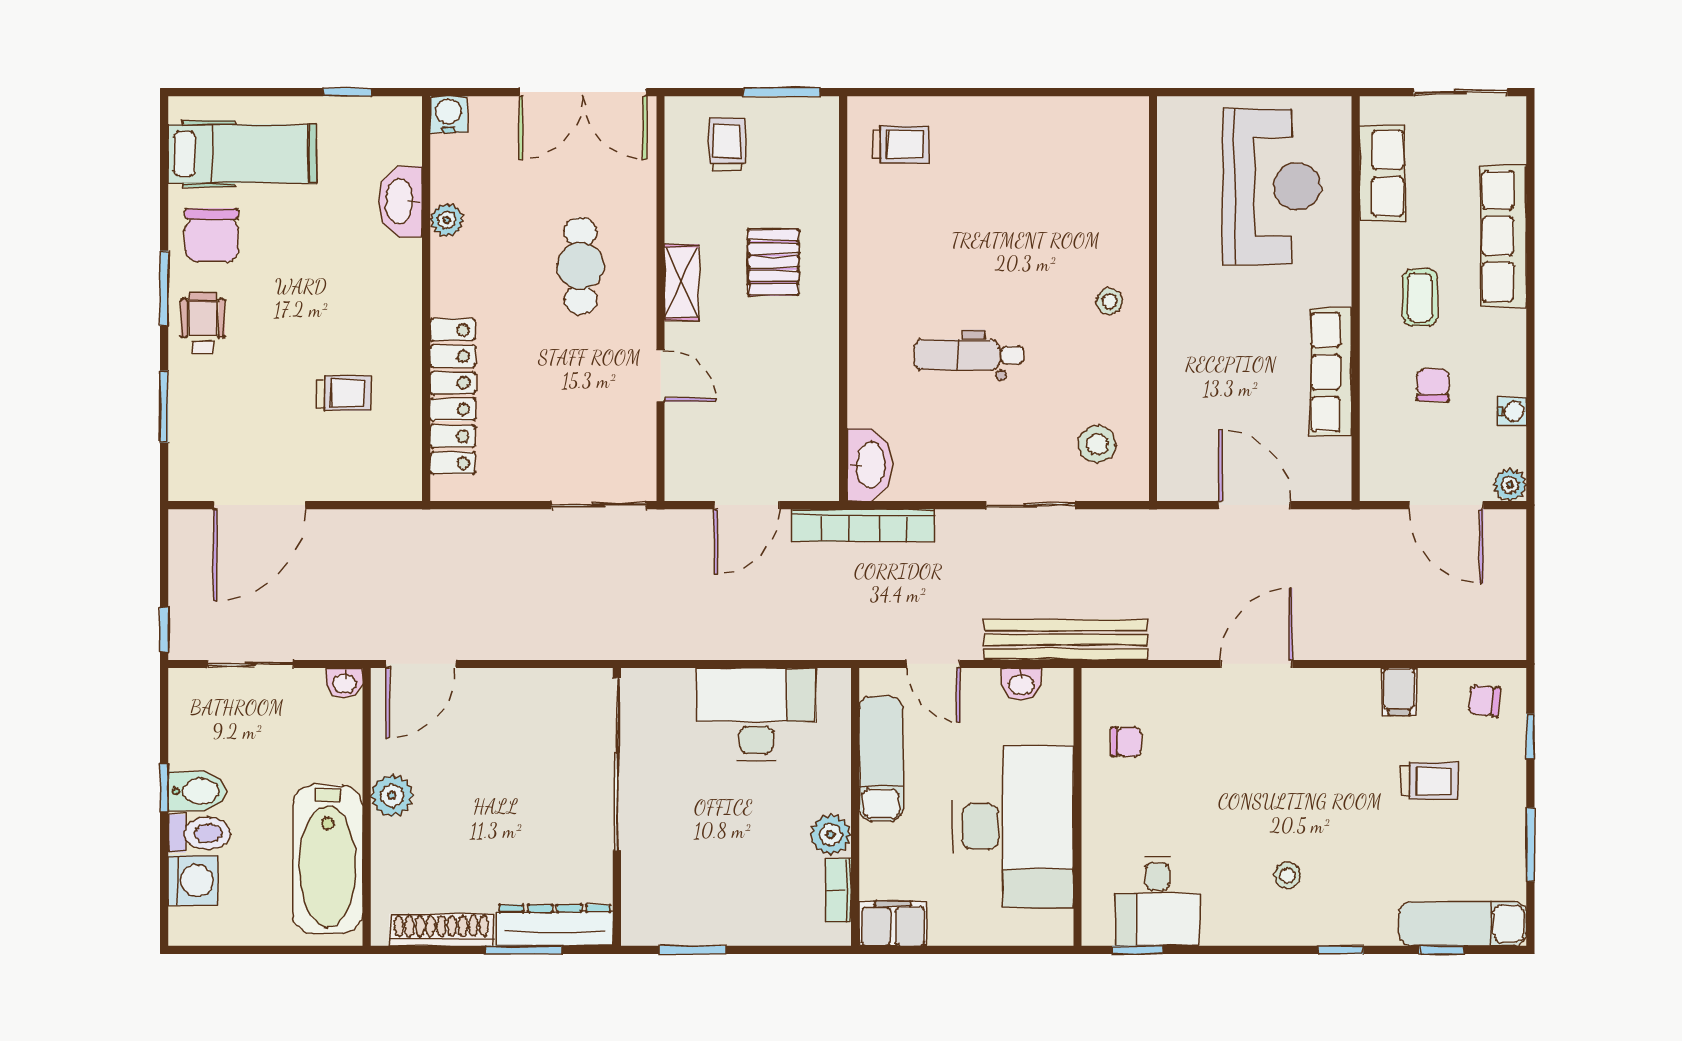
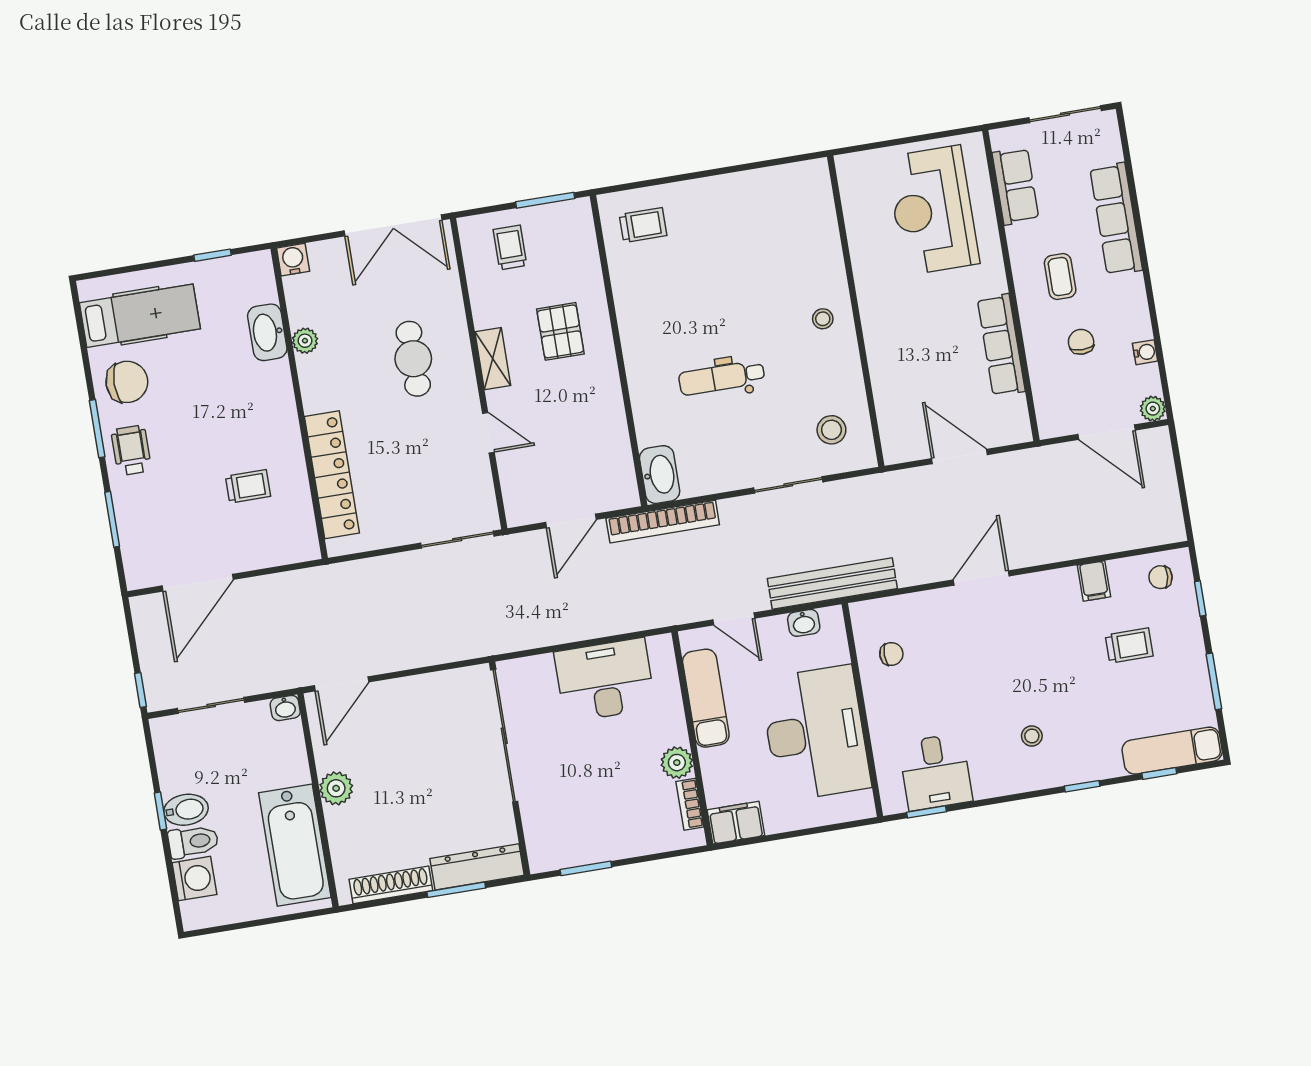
reception desk: (1272, 187) -> (933, 210), turned 180
chair: (212, 235) -> (127, 382), turned -90

